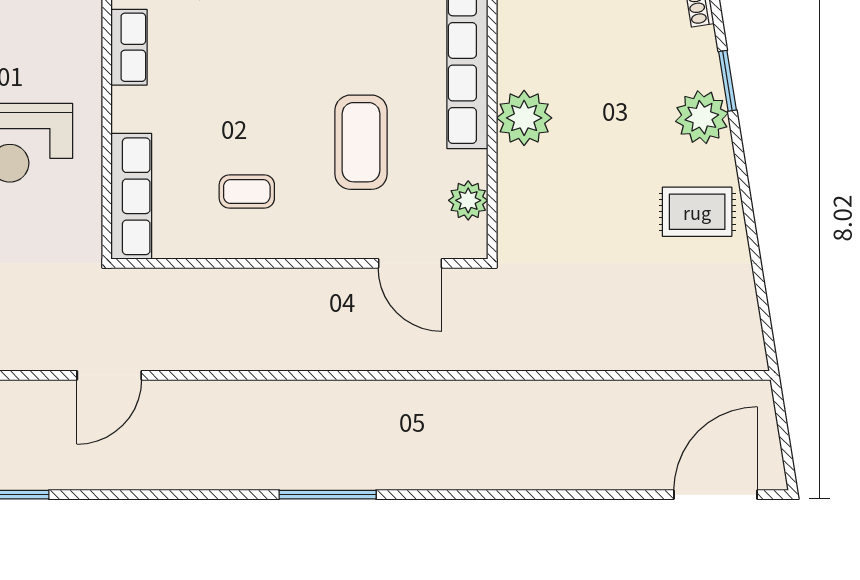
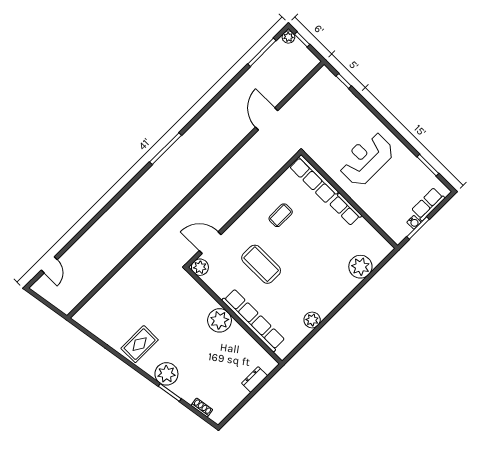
row of seats: (129, 47) -> (345, 209), moved
plant: (468, 200) -> (200, 267), moved
door: (716, 495) -> (49, 265), width x0.53

